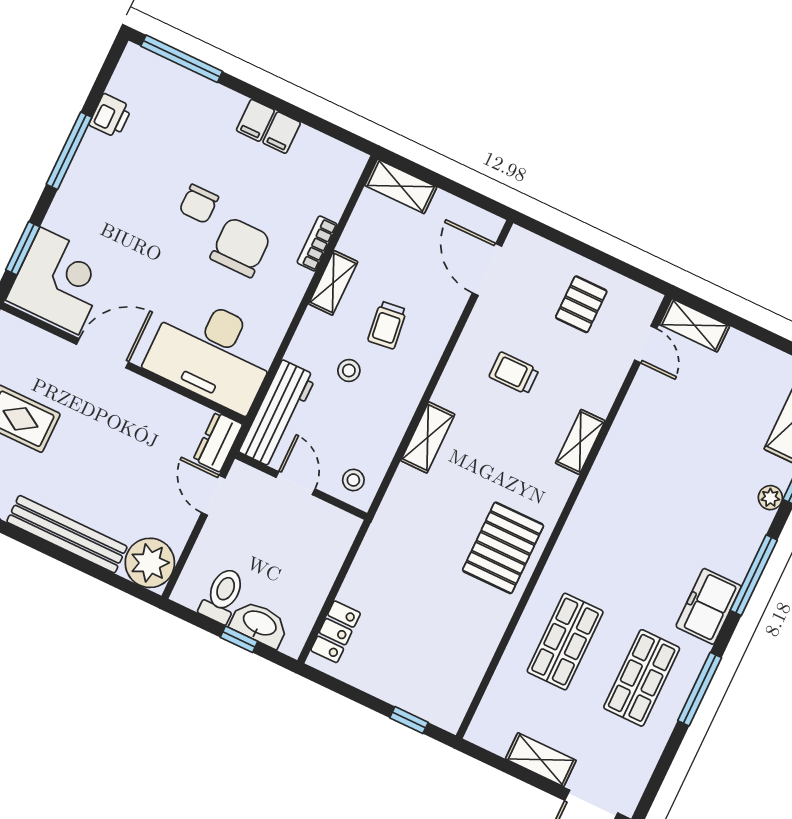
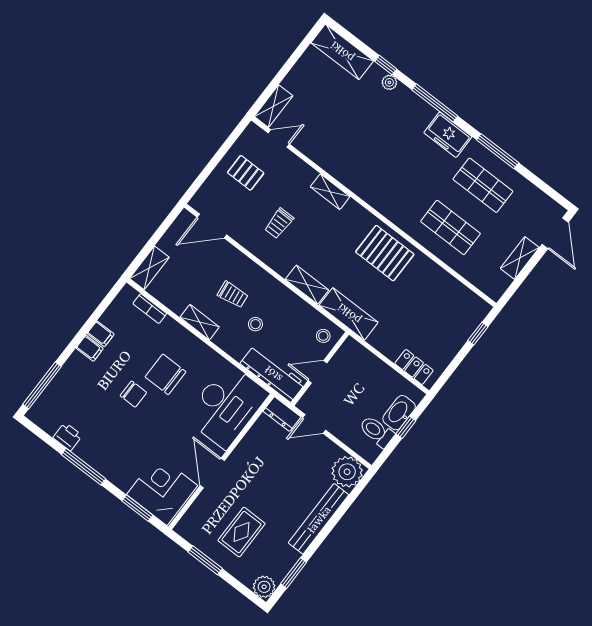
bookcase: (317, 243) -> (150, 309), moved
shelving: (396, 512) -> (349, 314), added

